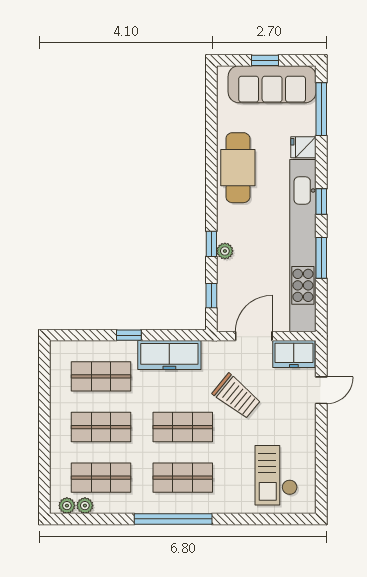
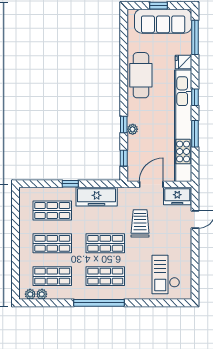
trolley: (237, 396) -> (140, 223), turned -129

